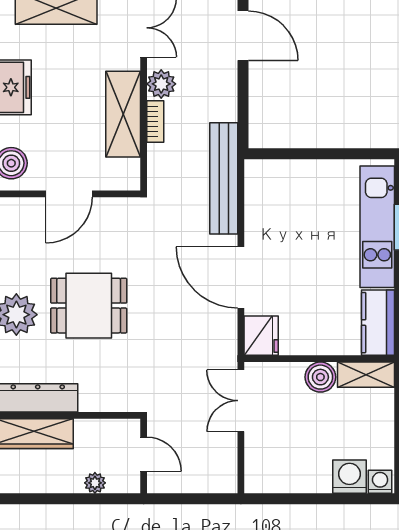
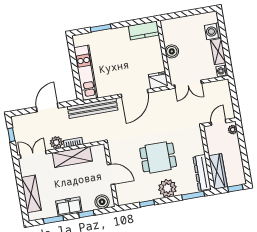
door: (243, 36) -> (47, 107), moved
kitchen unit: (377, 227) -> (86, 73), moved, turned -90
dining table: (89, 306) -> (158, 157), turned 90
shelving: (366, 375) -> (218, 51), moved
washing machine: (380, 482) -> (222, 71), moved
plant: (95, 483) -> (233, 130), moved

